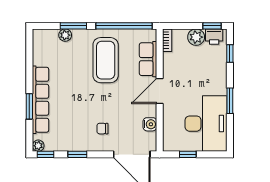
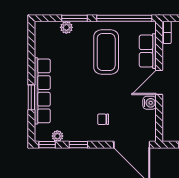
water cooler: (150, 124) -> (150, 103), moved
plant: (38, 146) -> (57, 136), moved

